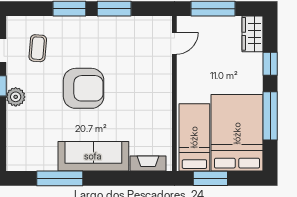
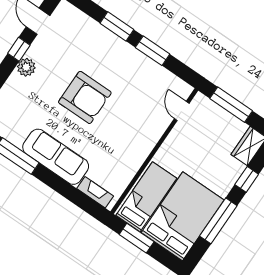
door: (174, 43) -> (182, 111), swing flipped
coffee table: (38, 48) -> (70, 41), removed

